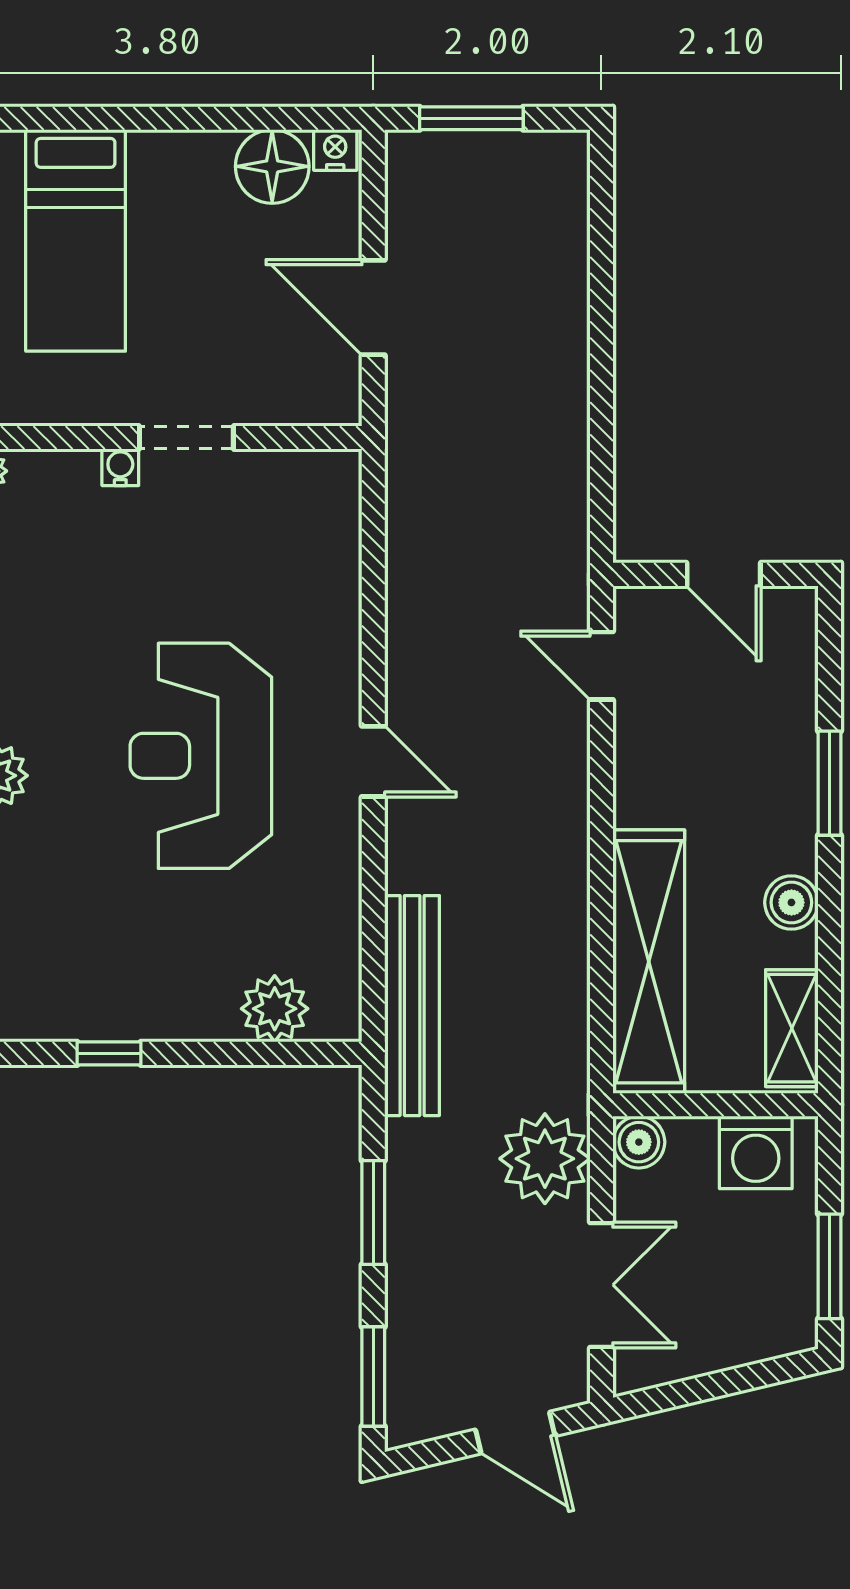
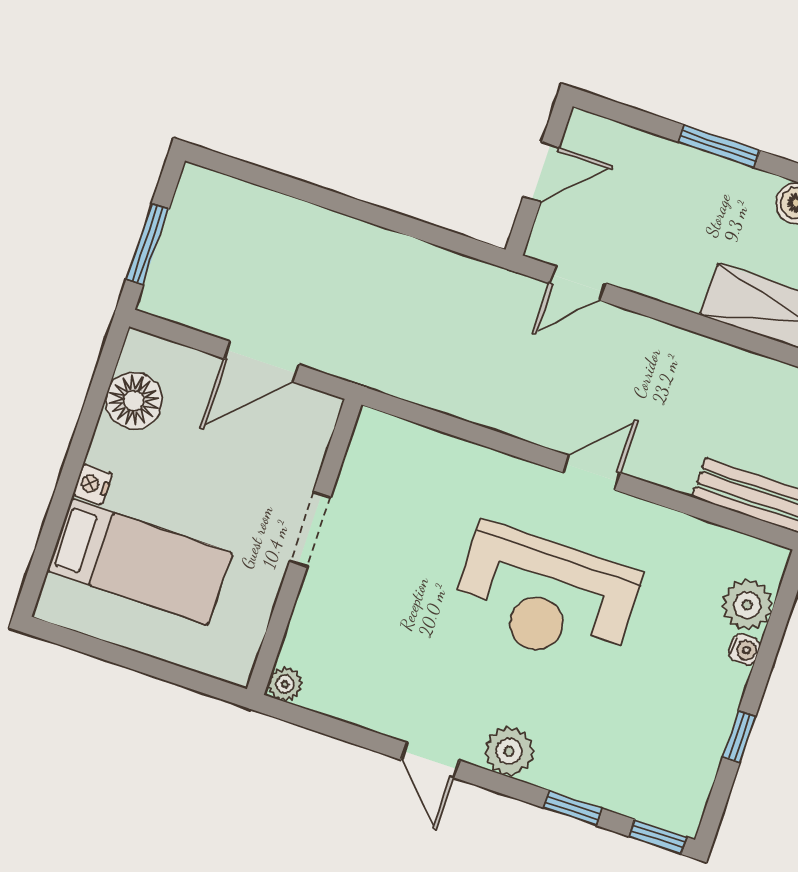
nightstand: (335, 150) -> (92, 484), moved
water cooler: (120, 467) -> (744, 650), moved, turned 180

